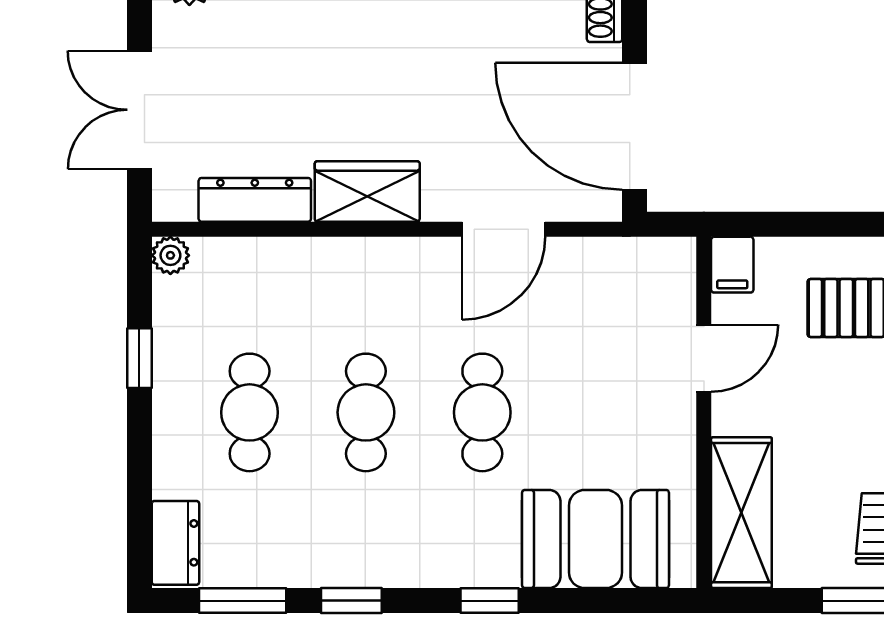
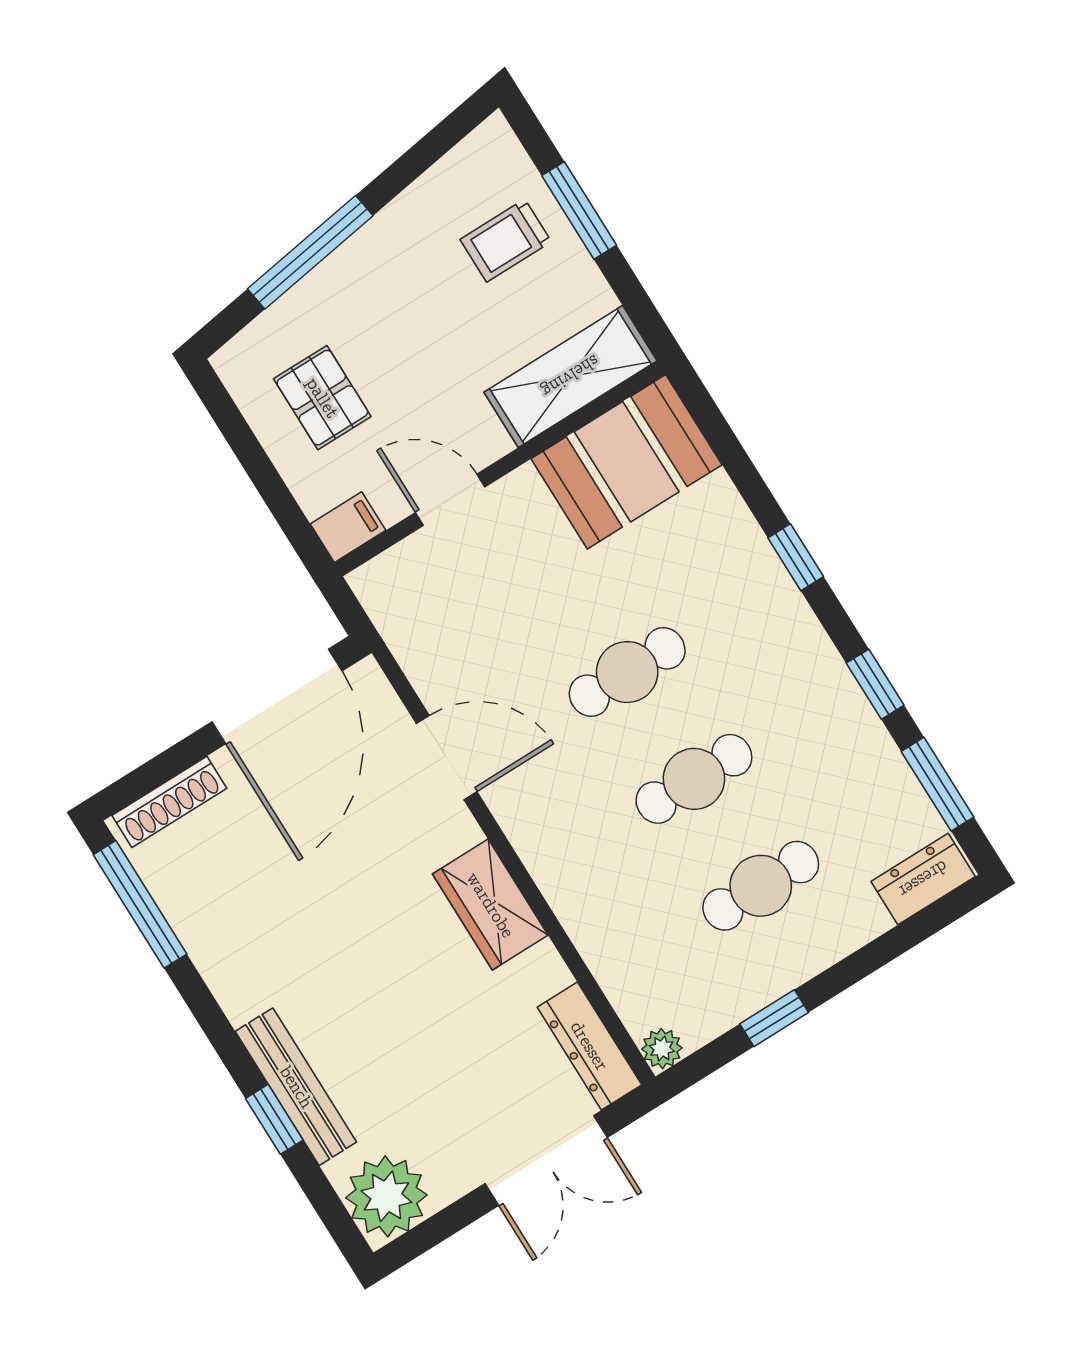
dresser: (255, 200) -> (589, 1046), moved
booth: (595, 539) -> (627, 462), moved, turned 90

